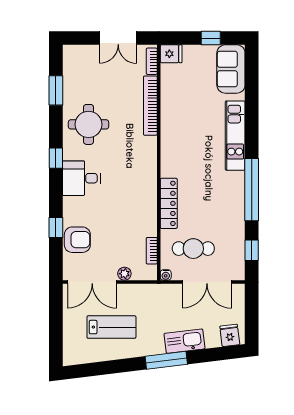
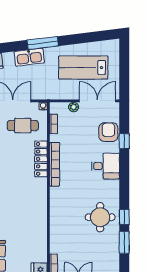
bookcase: (150, 106) -> (54, 164), moved
window: (56, 158) -> (124, 217), moved
desk: (81, 178) -> (105, 166), moved
armchair: (77, 240) -> (108, 132), turned 90
lab bench: (111, 327) -> (83, 68), width x1.36, depth x1.39

